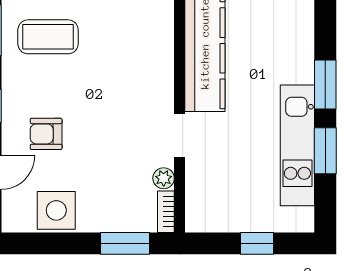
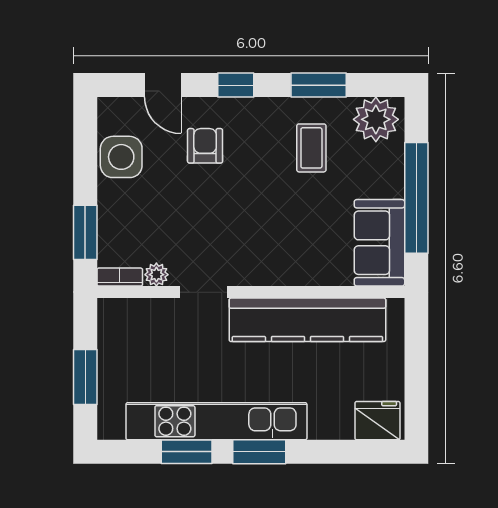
coffee table: (48, 37) -> (311, 148), width x0.73, depth x0.77
kitchen unit: (297, 145) -> (216, 421), width x1.36
window: (257, 243) -> (85, 377), width x1.50

